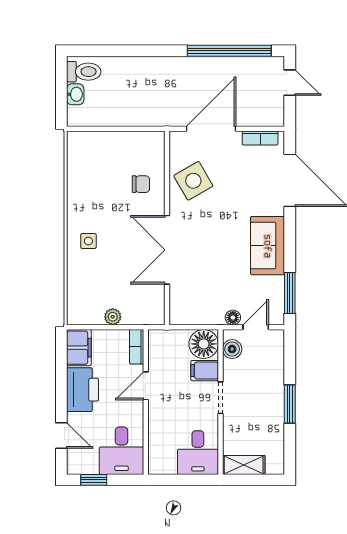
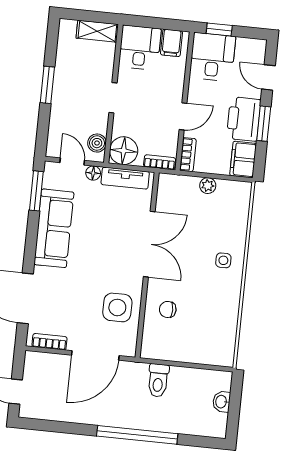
window: (229, 51) -> (137, 435), moved
toilet: (84, 72) -> (158, 380), moved, turned -90
side table: (193, 181) -> (117, 307), turned 30
sofa: (268, 246) -> (54, 228), width x1.36
tv unit: (199, 316) -> (125, 178), added
door: (256, 327) -> (72, 162), swing flipped
bookcase: (165, 336) -> (160, 162), added
filing cabinet: (205, 371) -> (171, 43), moved, turned 90
window: (61, 387) -> (264, 124), added
window: (94, 480) -> (219, 29), moved

